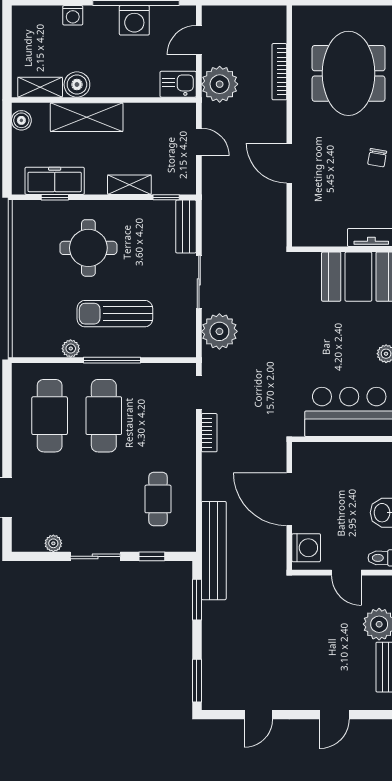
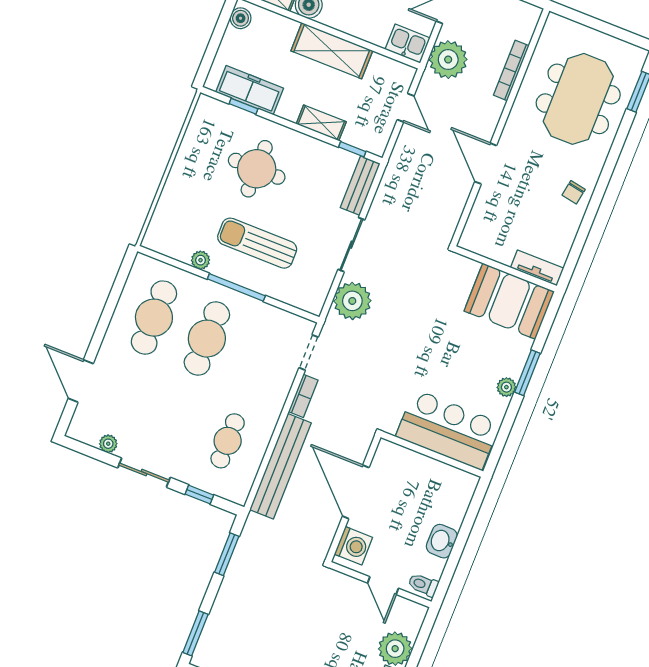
shelving: (87, 117) -> (332, 51), moved
bench: (214, 551) -> (280, 466), moved

